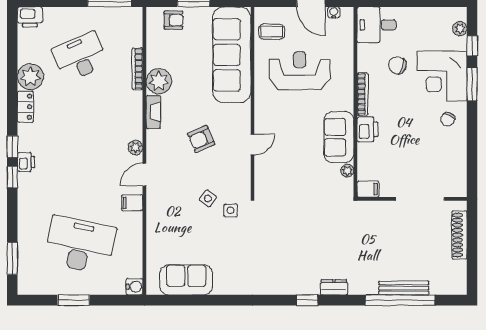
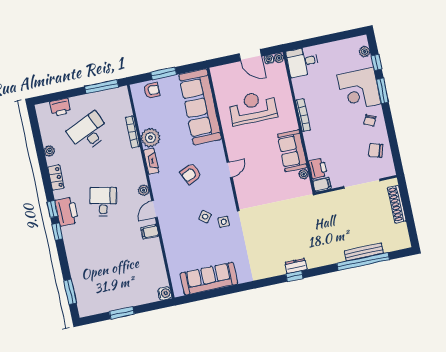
plant: (347, 13) -> (279, 58), added
printer: (30, 17) -> (60, 107), moved
coffee table: (272, 32) -> (226, 83), removed
chair: (397, 65) -> (376, 150), moved
plant: (30, 77) -> (49, 151), width x0.53, depth x0.53
printer: (367, 129) -> (318, 168), moved
printer: (26, 162) -> (67, 211), width x1.87, depth x1.48
desk: (80, 245) -> (103, 202), moved, width x0.53, depth x0.77
sofa: (186, 280) -> (209, 279), width x1.36
dresser: (334, 287) -> (296, 266), moved

